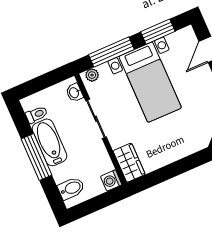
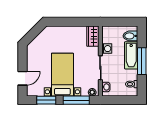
bathtub: (50, 142) -> (131, 55), moved
washing machine: (111, 180) -> (107, 49), moved

